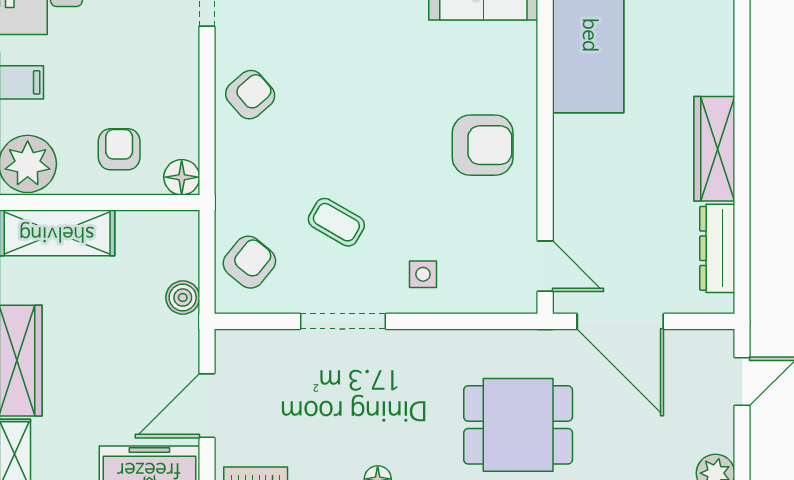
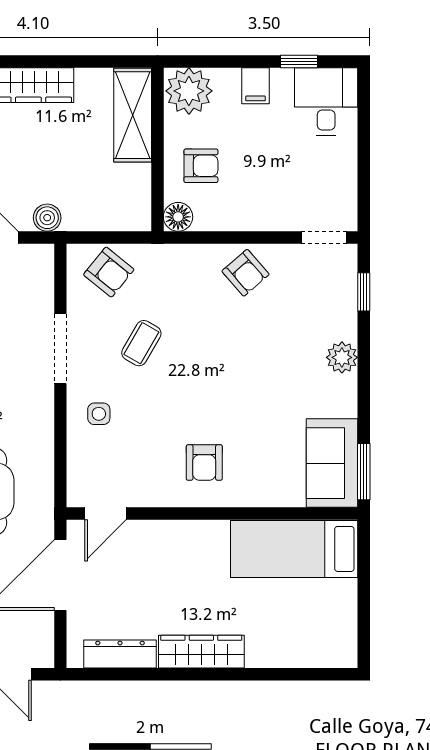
armchair: (483, 145) -> (204, 463), width x0.72, depth x0.72
boiler: (183, 298) -> (47, 218), moved

